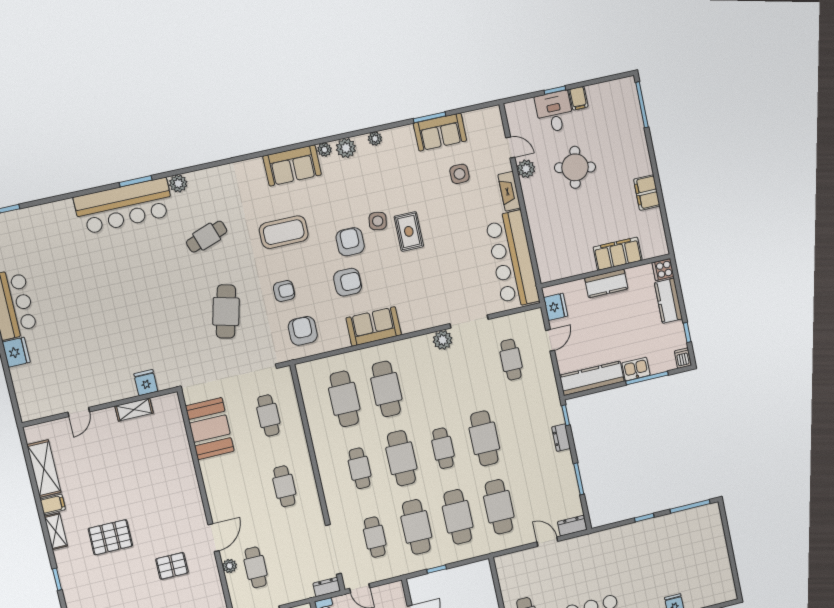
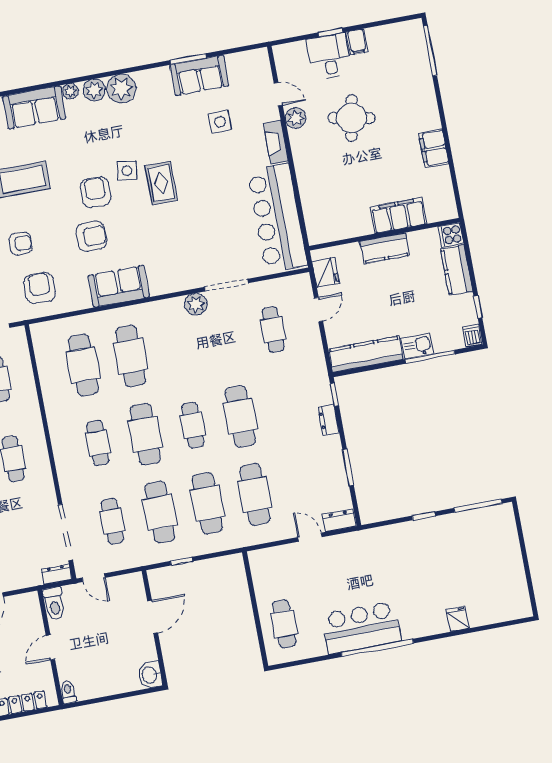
plant: (375, 139) -> (121, 89), width x1.87, depth x1.87

